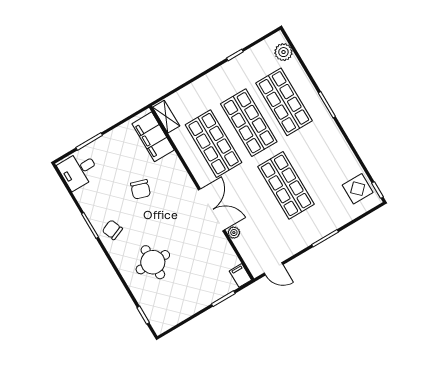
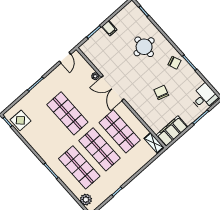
filing cabinet: (153, 137) -> (172, 131), moved, turned -90
door: (274, 269) -> (65, 58), swing flipped
filing cabinet: (240, 275) -> (109, 28), moved

